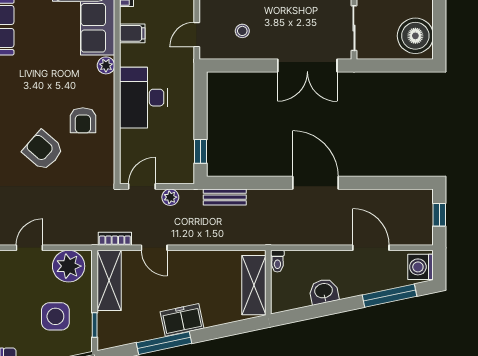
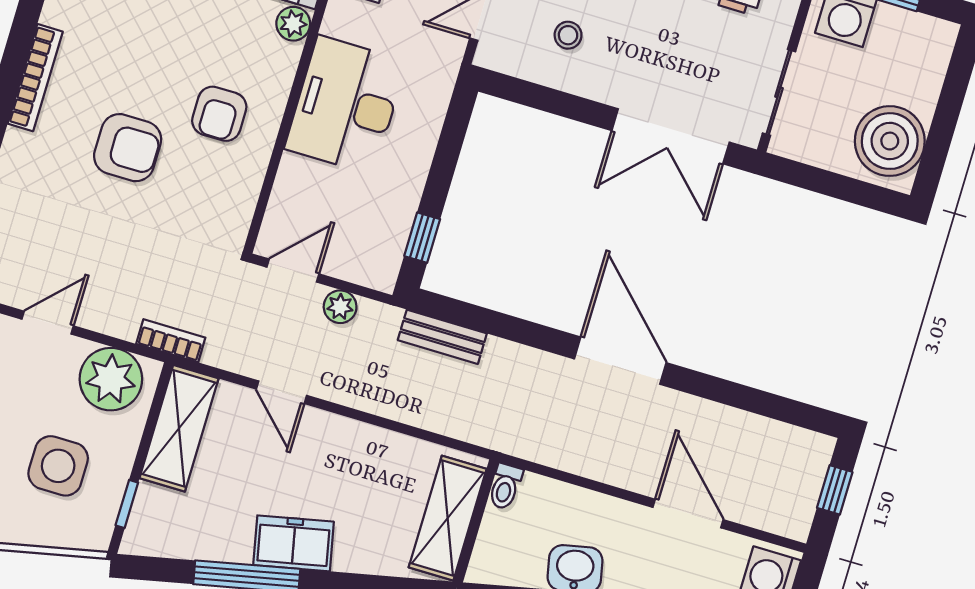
armchair: (43, 150) -> (128, 148), turned 139
bookcase: (115, 239) -> (171, 341), moved

